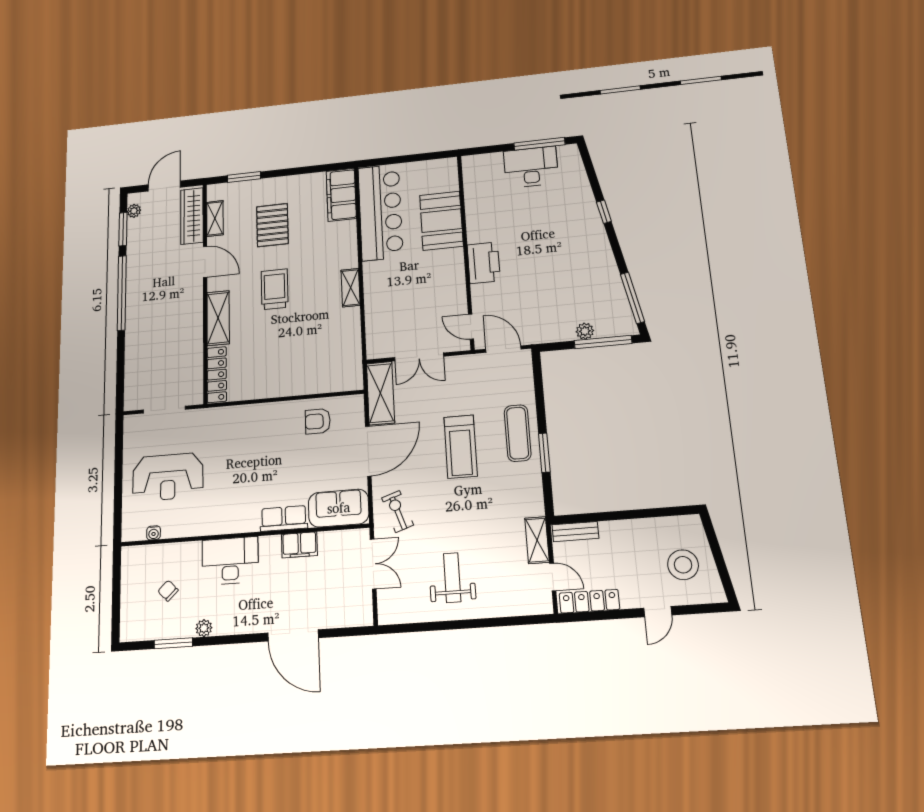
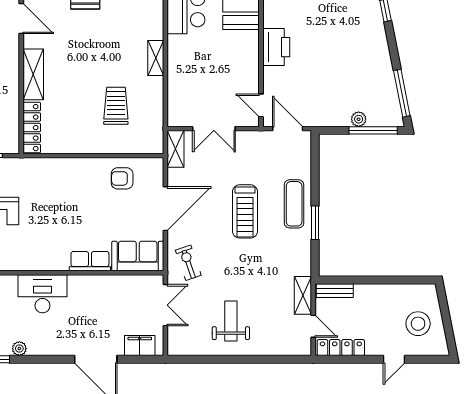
trolley: (275, 289) -> (116, 106), moved
shelving: (380, 393) -> (176, 149), width x0.67, depth x0.75
filing cabinet: (299, 545) -> (140, 346), moved, turned 180

